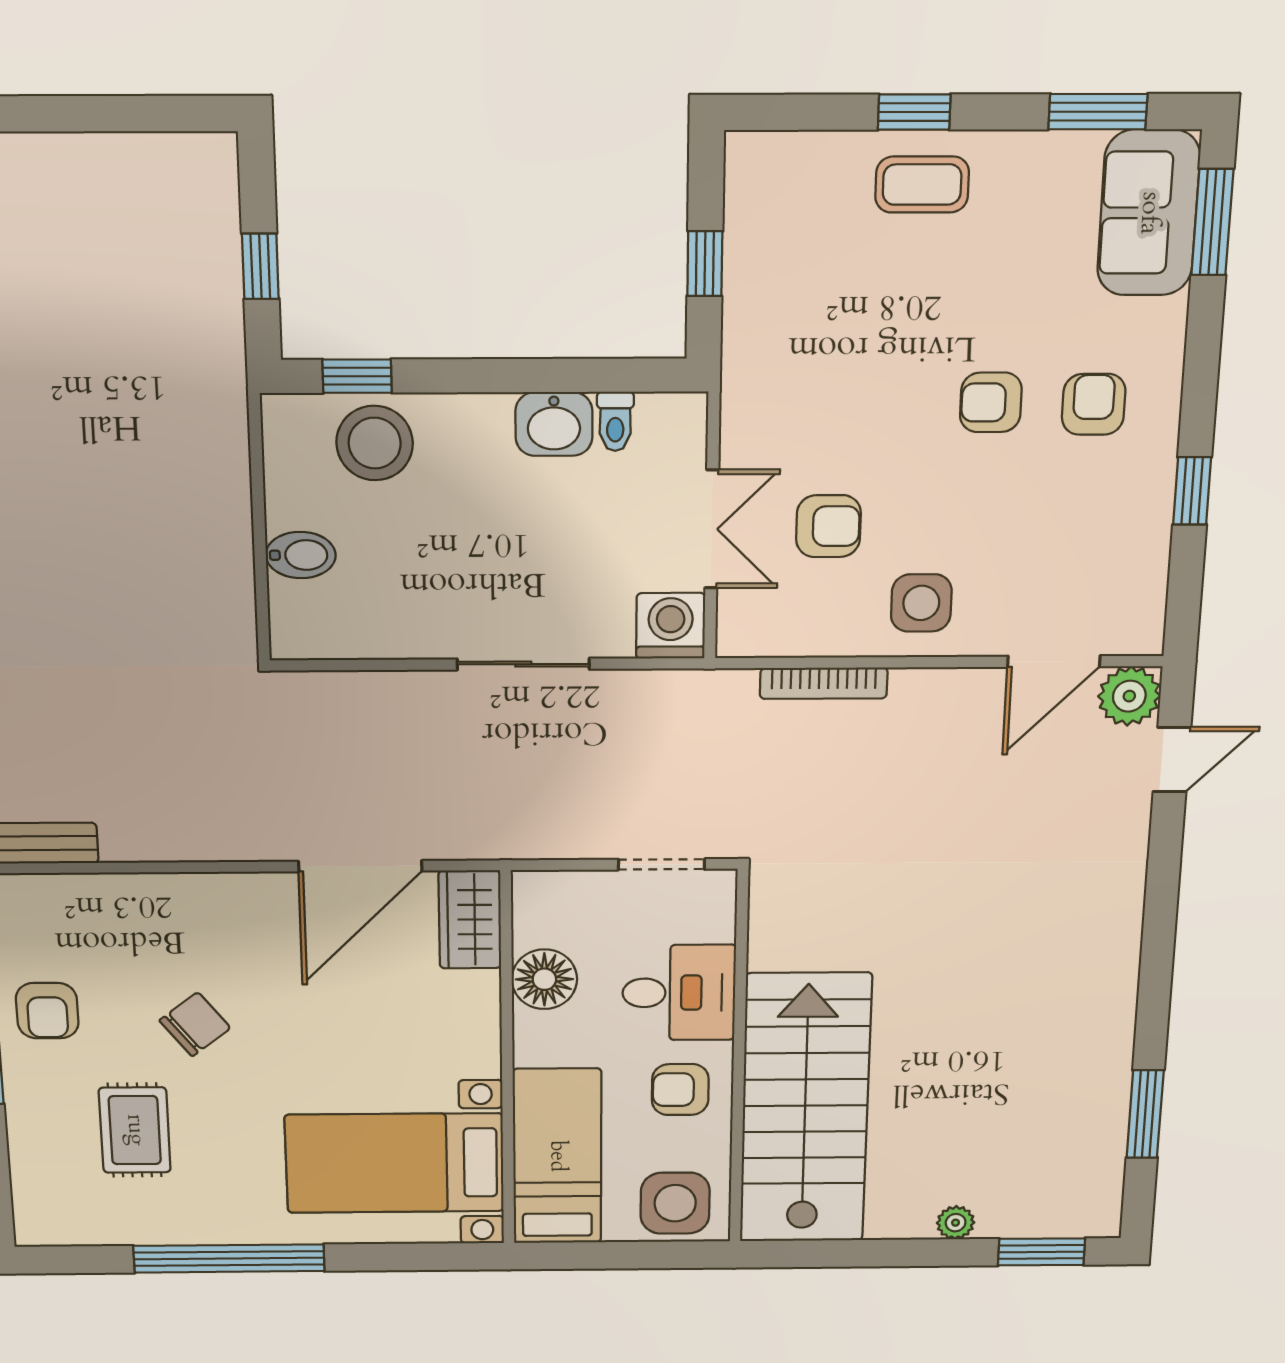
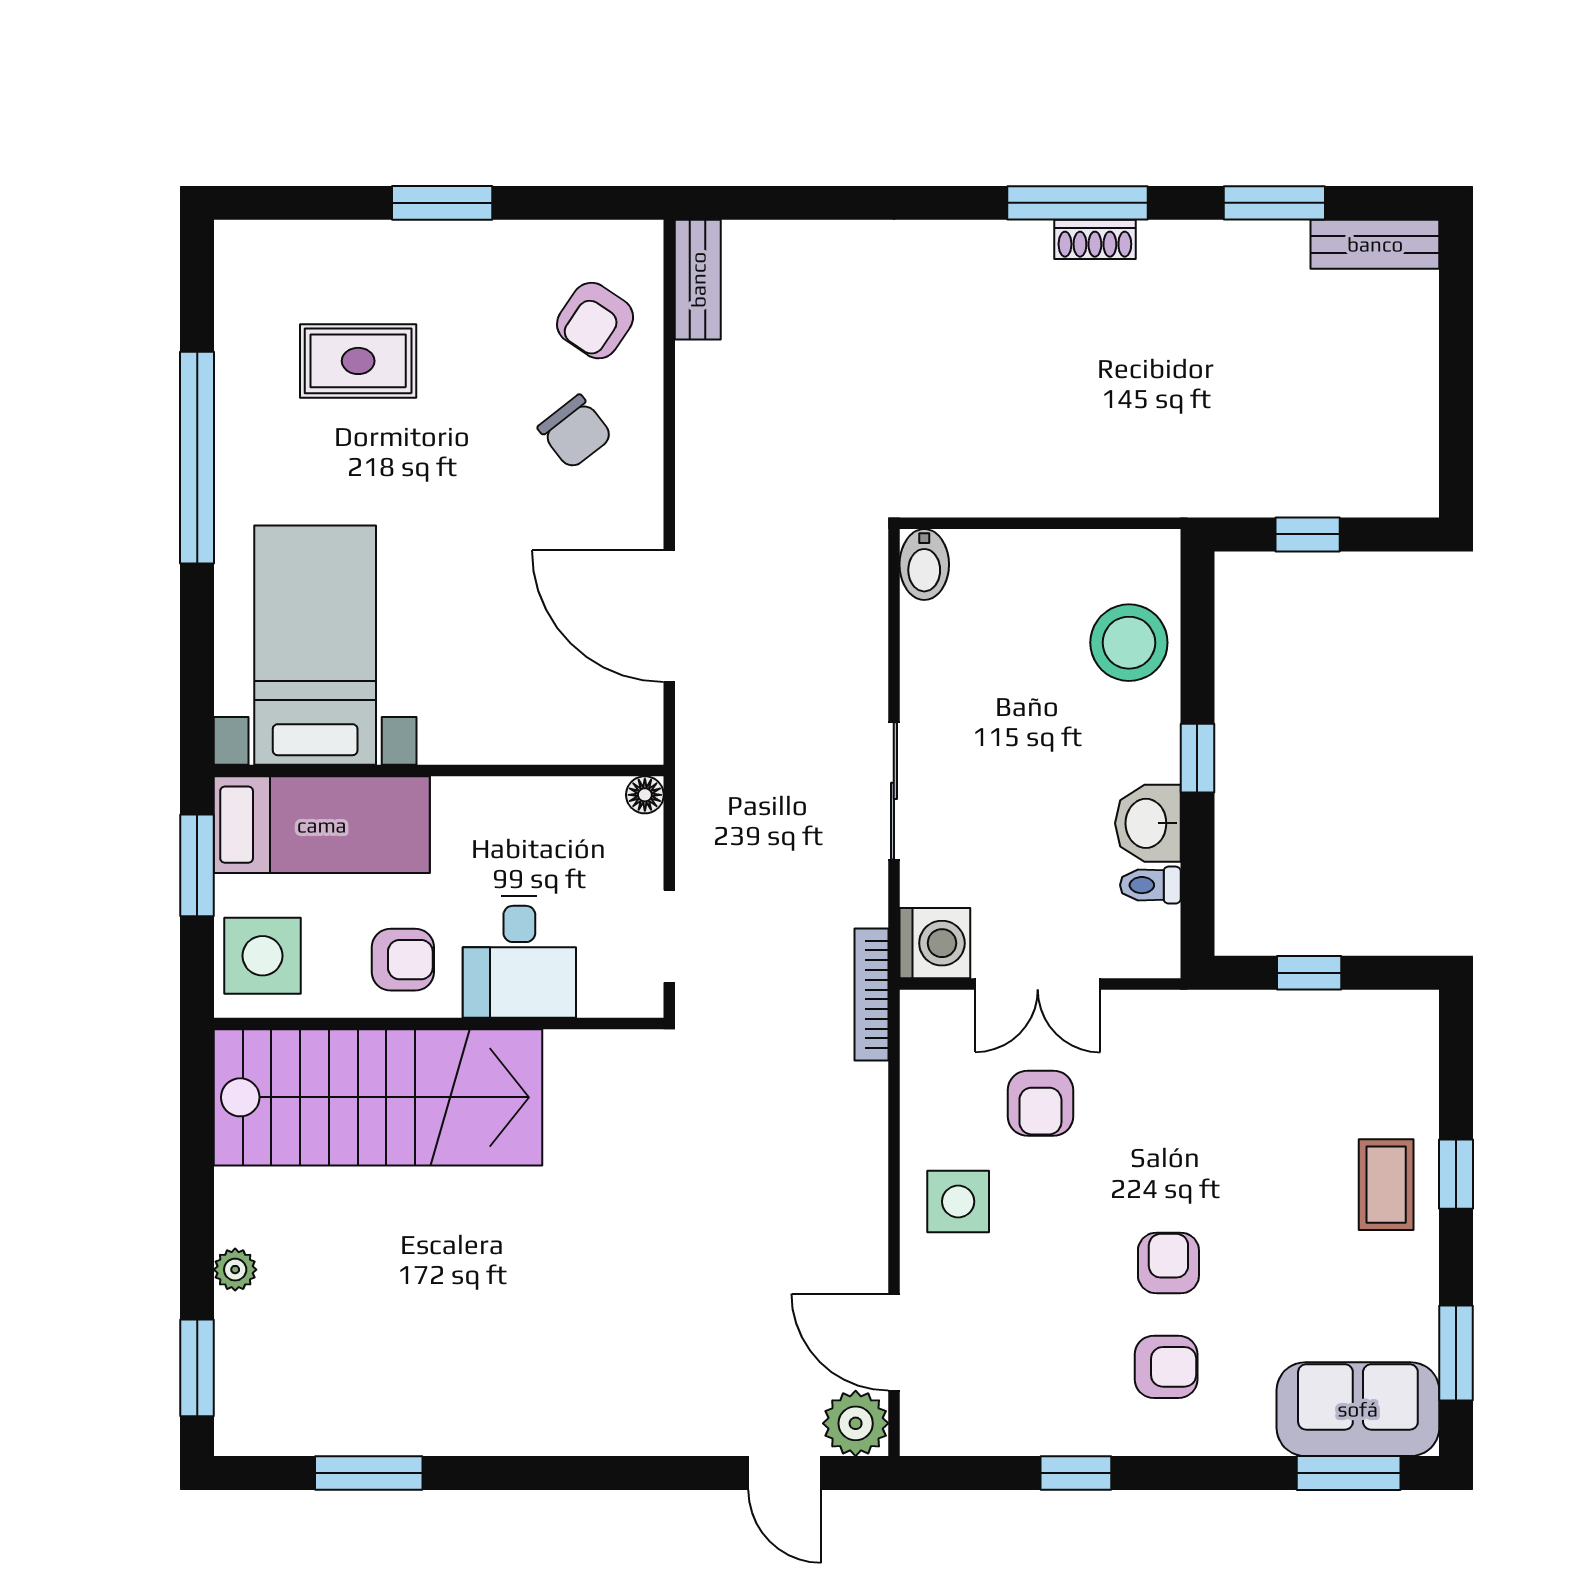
window: (357, 376) -> (1197, 758), moved
bidet: (301, 555) -> (924, 564), moved
bookcase: (824, 683) -> (871, 994), moved
wardrobe: (470, 920) -> (607, 732), removed
floor lamp: (544, 979) -> (645, 795), moved, width x0.53, depth x0.53
armchair: (47, 1011) -> (595, 321), moved, turned -56
chair: (195, 1024) -> (575, 432), moved
armchair: (680, 1090) -> (403, 960), turned 90
window: (594, 1256) -> (197, 865), added

